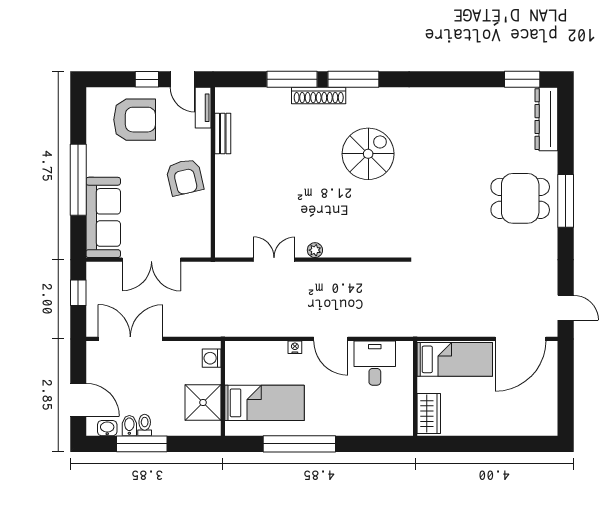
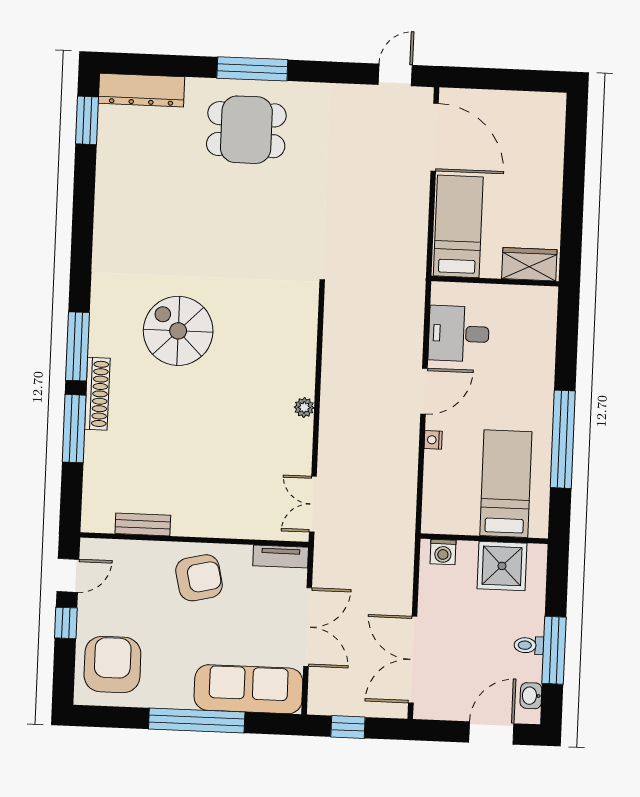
tv unit: (203, 108) -> (281, 556), moved
armchair: (135, 120) -> (112, 665), moved
dining table: (520, 198) -> (246, 130), turned 90
double door: (274, 260) -> (313, 504), moved
bidet: (129, 426) -> (529, 666), removed

